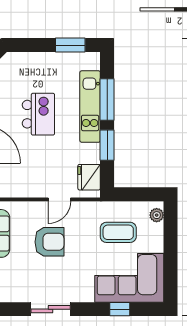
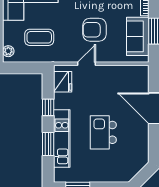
window: (107, 100) -> (48, 144), width x0.69
window: (107, 145) -> (48, 107), width x0.67

